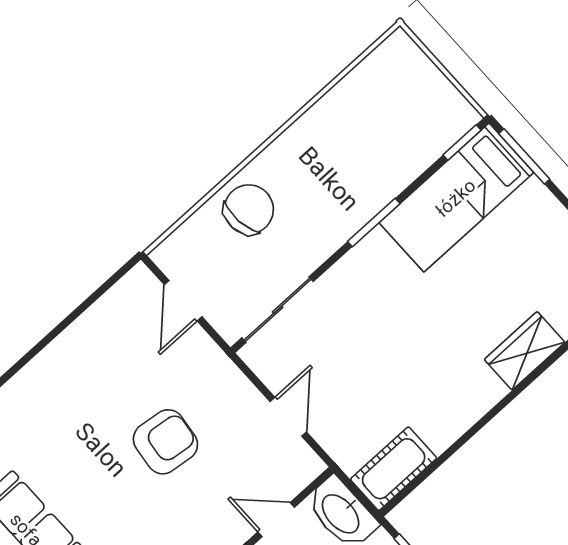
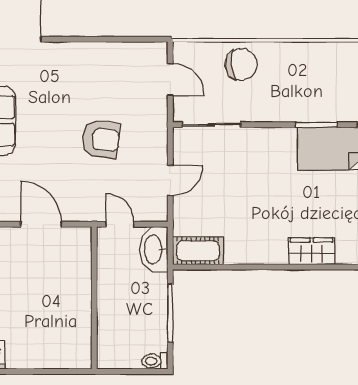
window: (374, 222) -> (316, 125), moved
door: (183, 301) -> (170, 79), swing flipped

